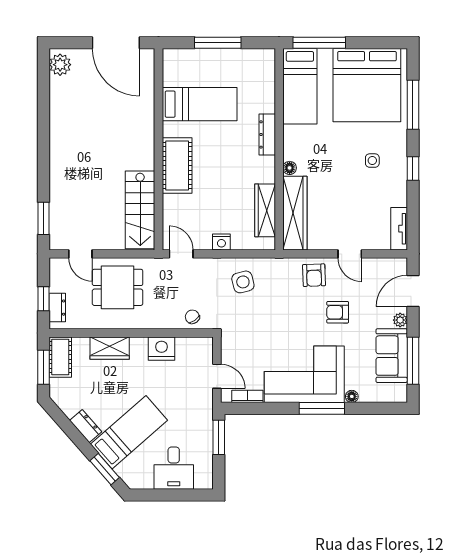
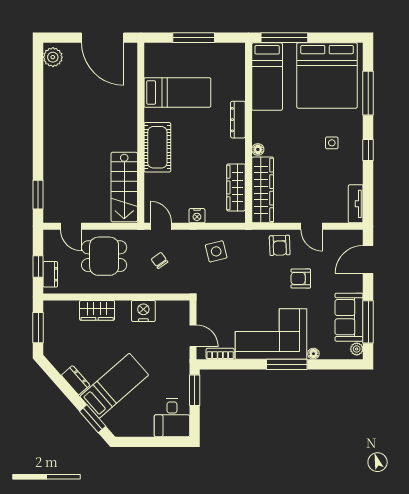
chair: (192, 317) -> (160, 260), moved
plant: (400, 320) -> (357, 349), moved
cot: (60, 357) -> (53, 318), removed
desk: (174, 468) -> (172, 418), moved

